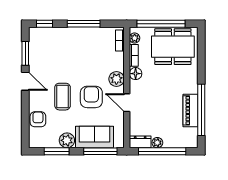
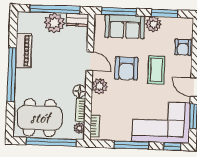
corner sofa: (56, 47) -> (161, 122), added
window: (201, 110) -> (12, 74), moved
plant: (157, 143) -> (54, 23), width x1.88, depth x1.88

